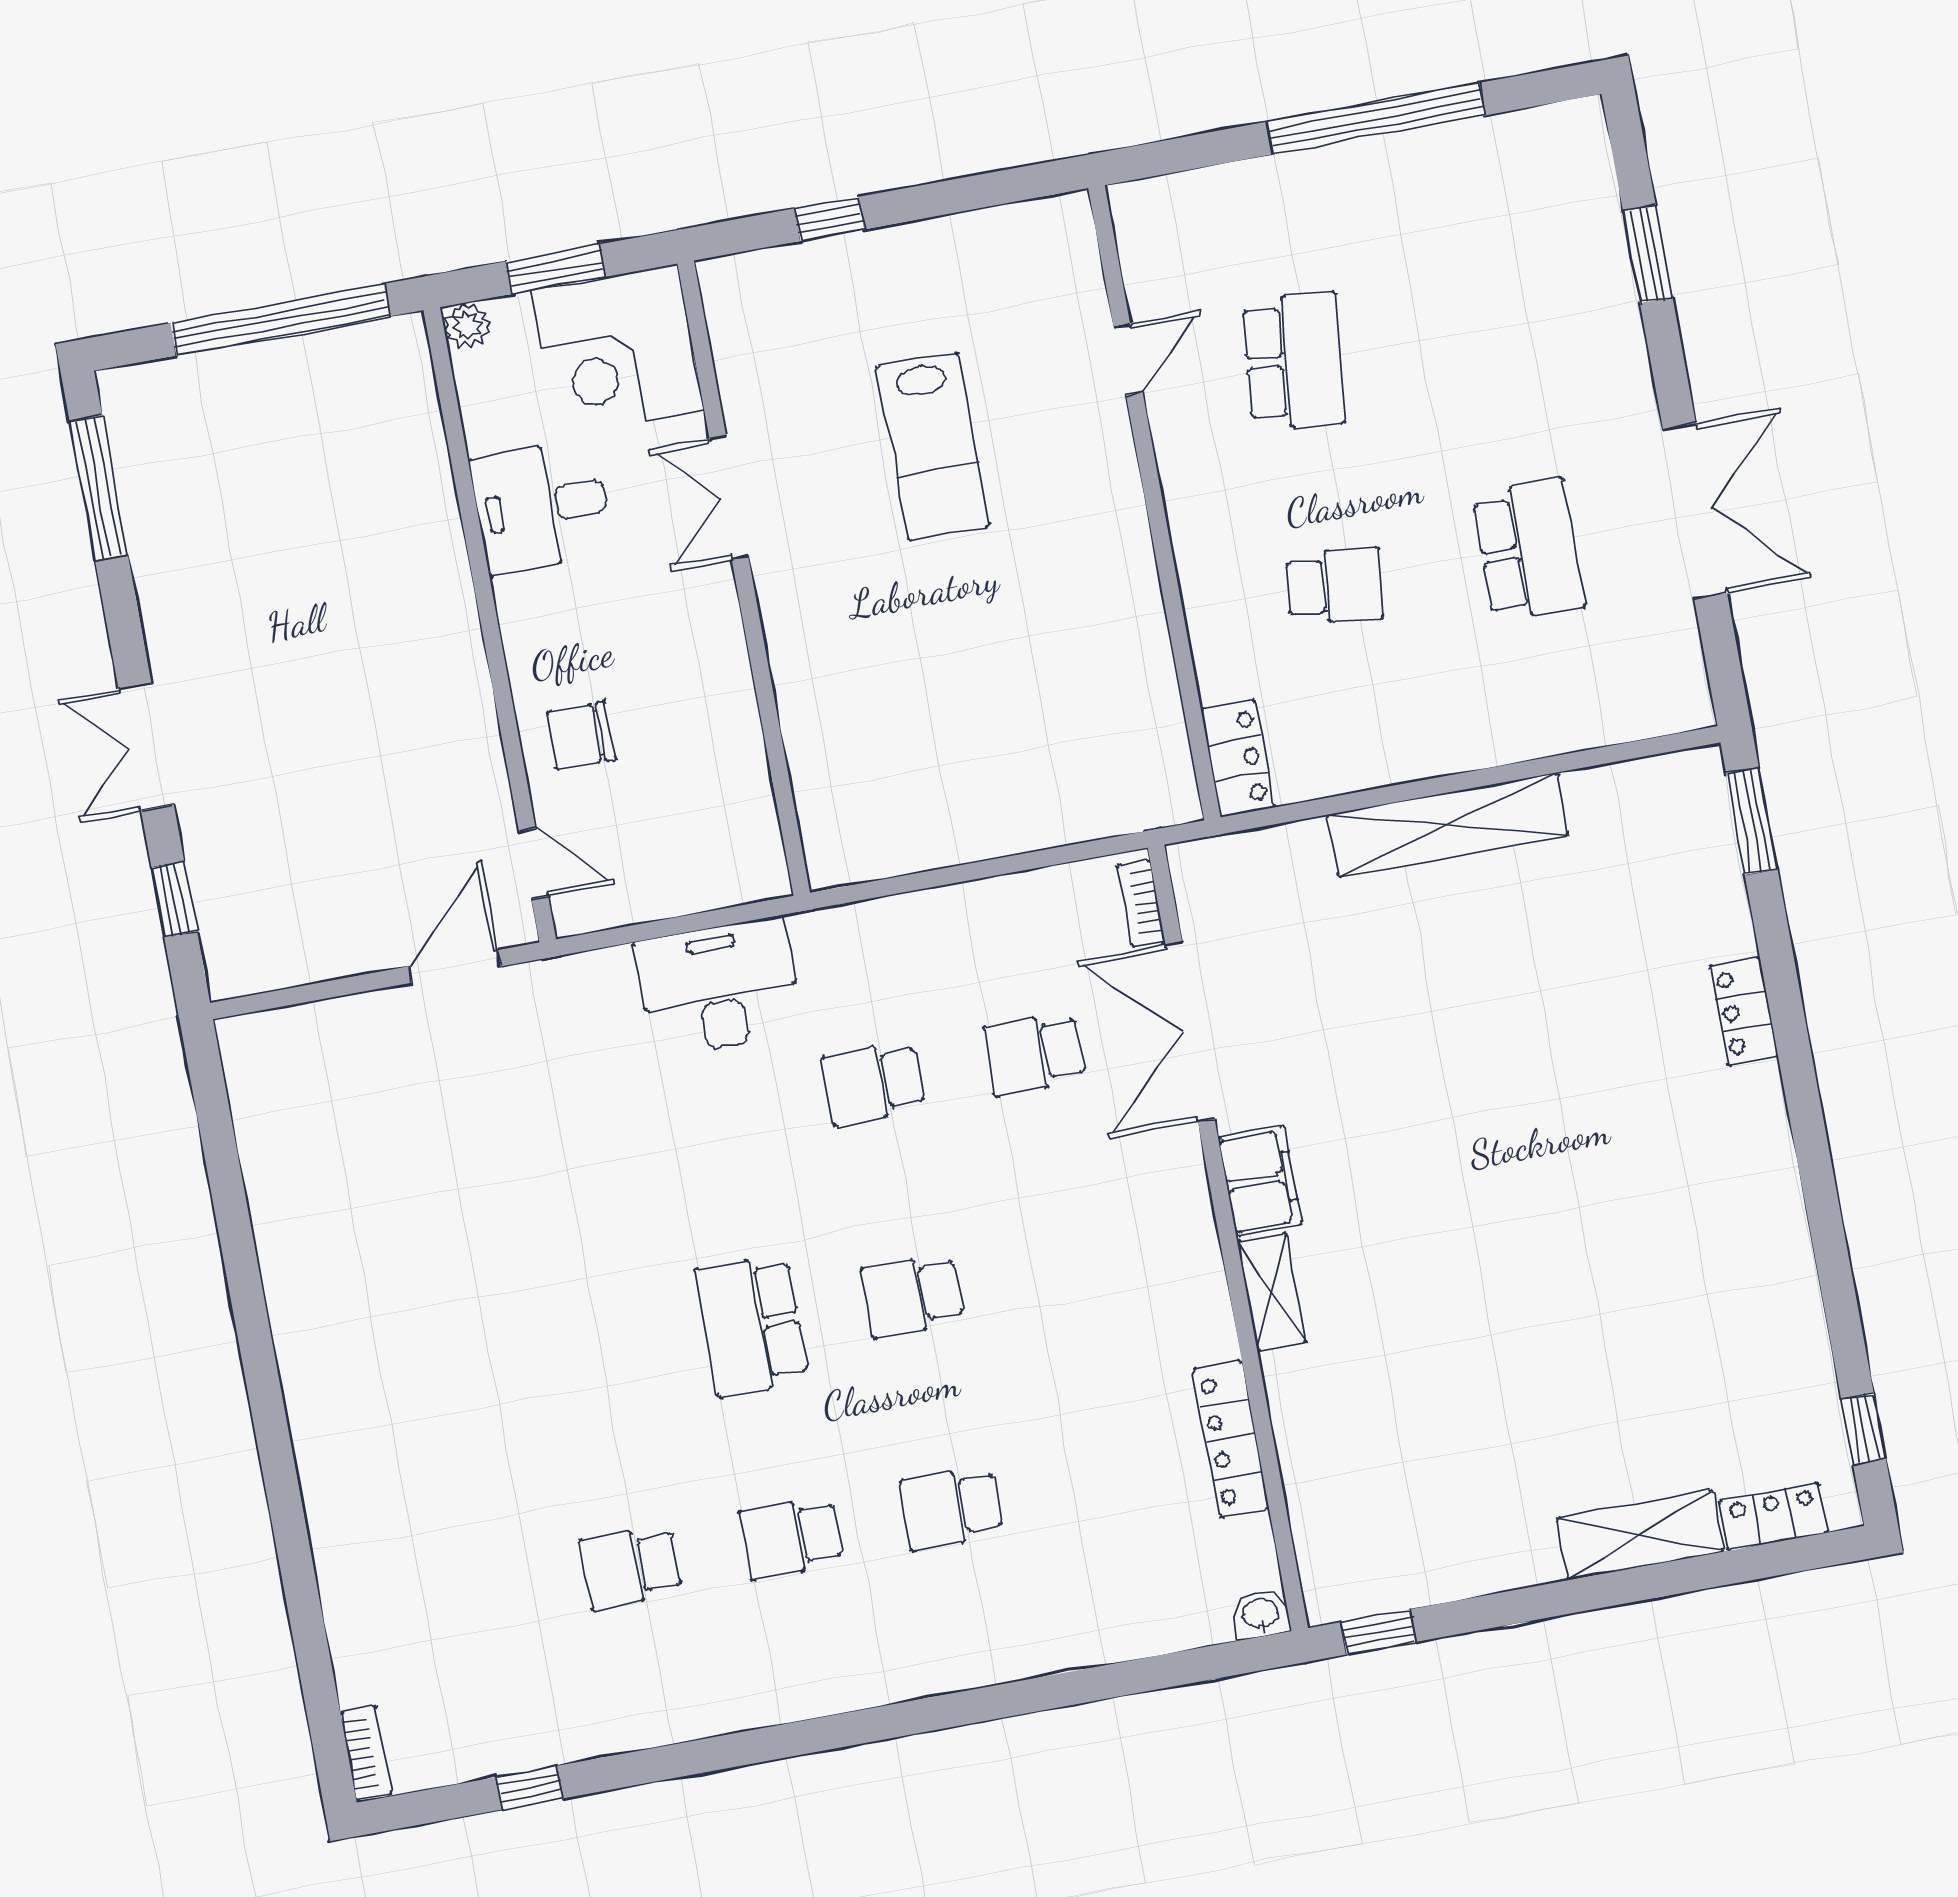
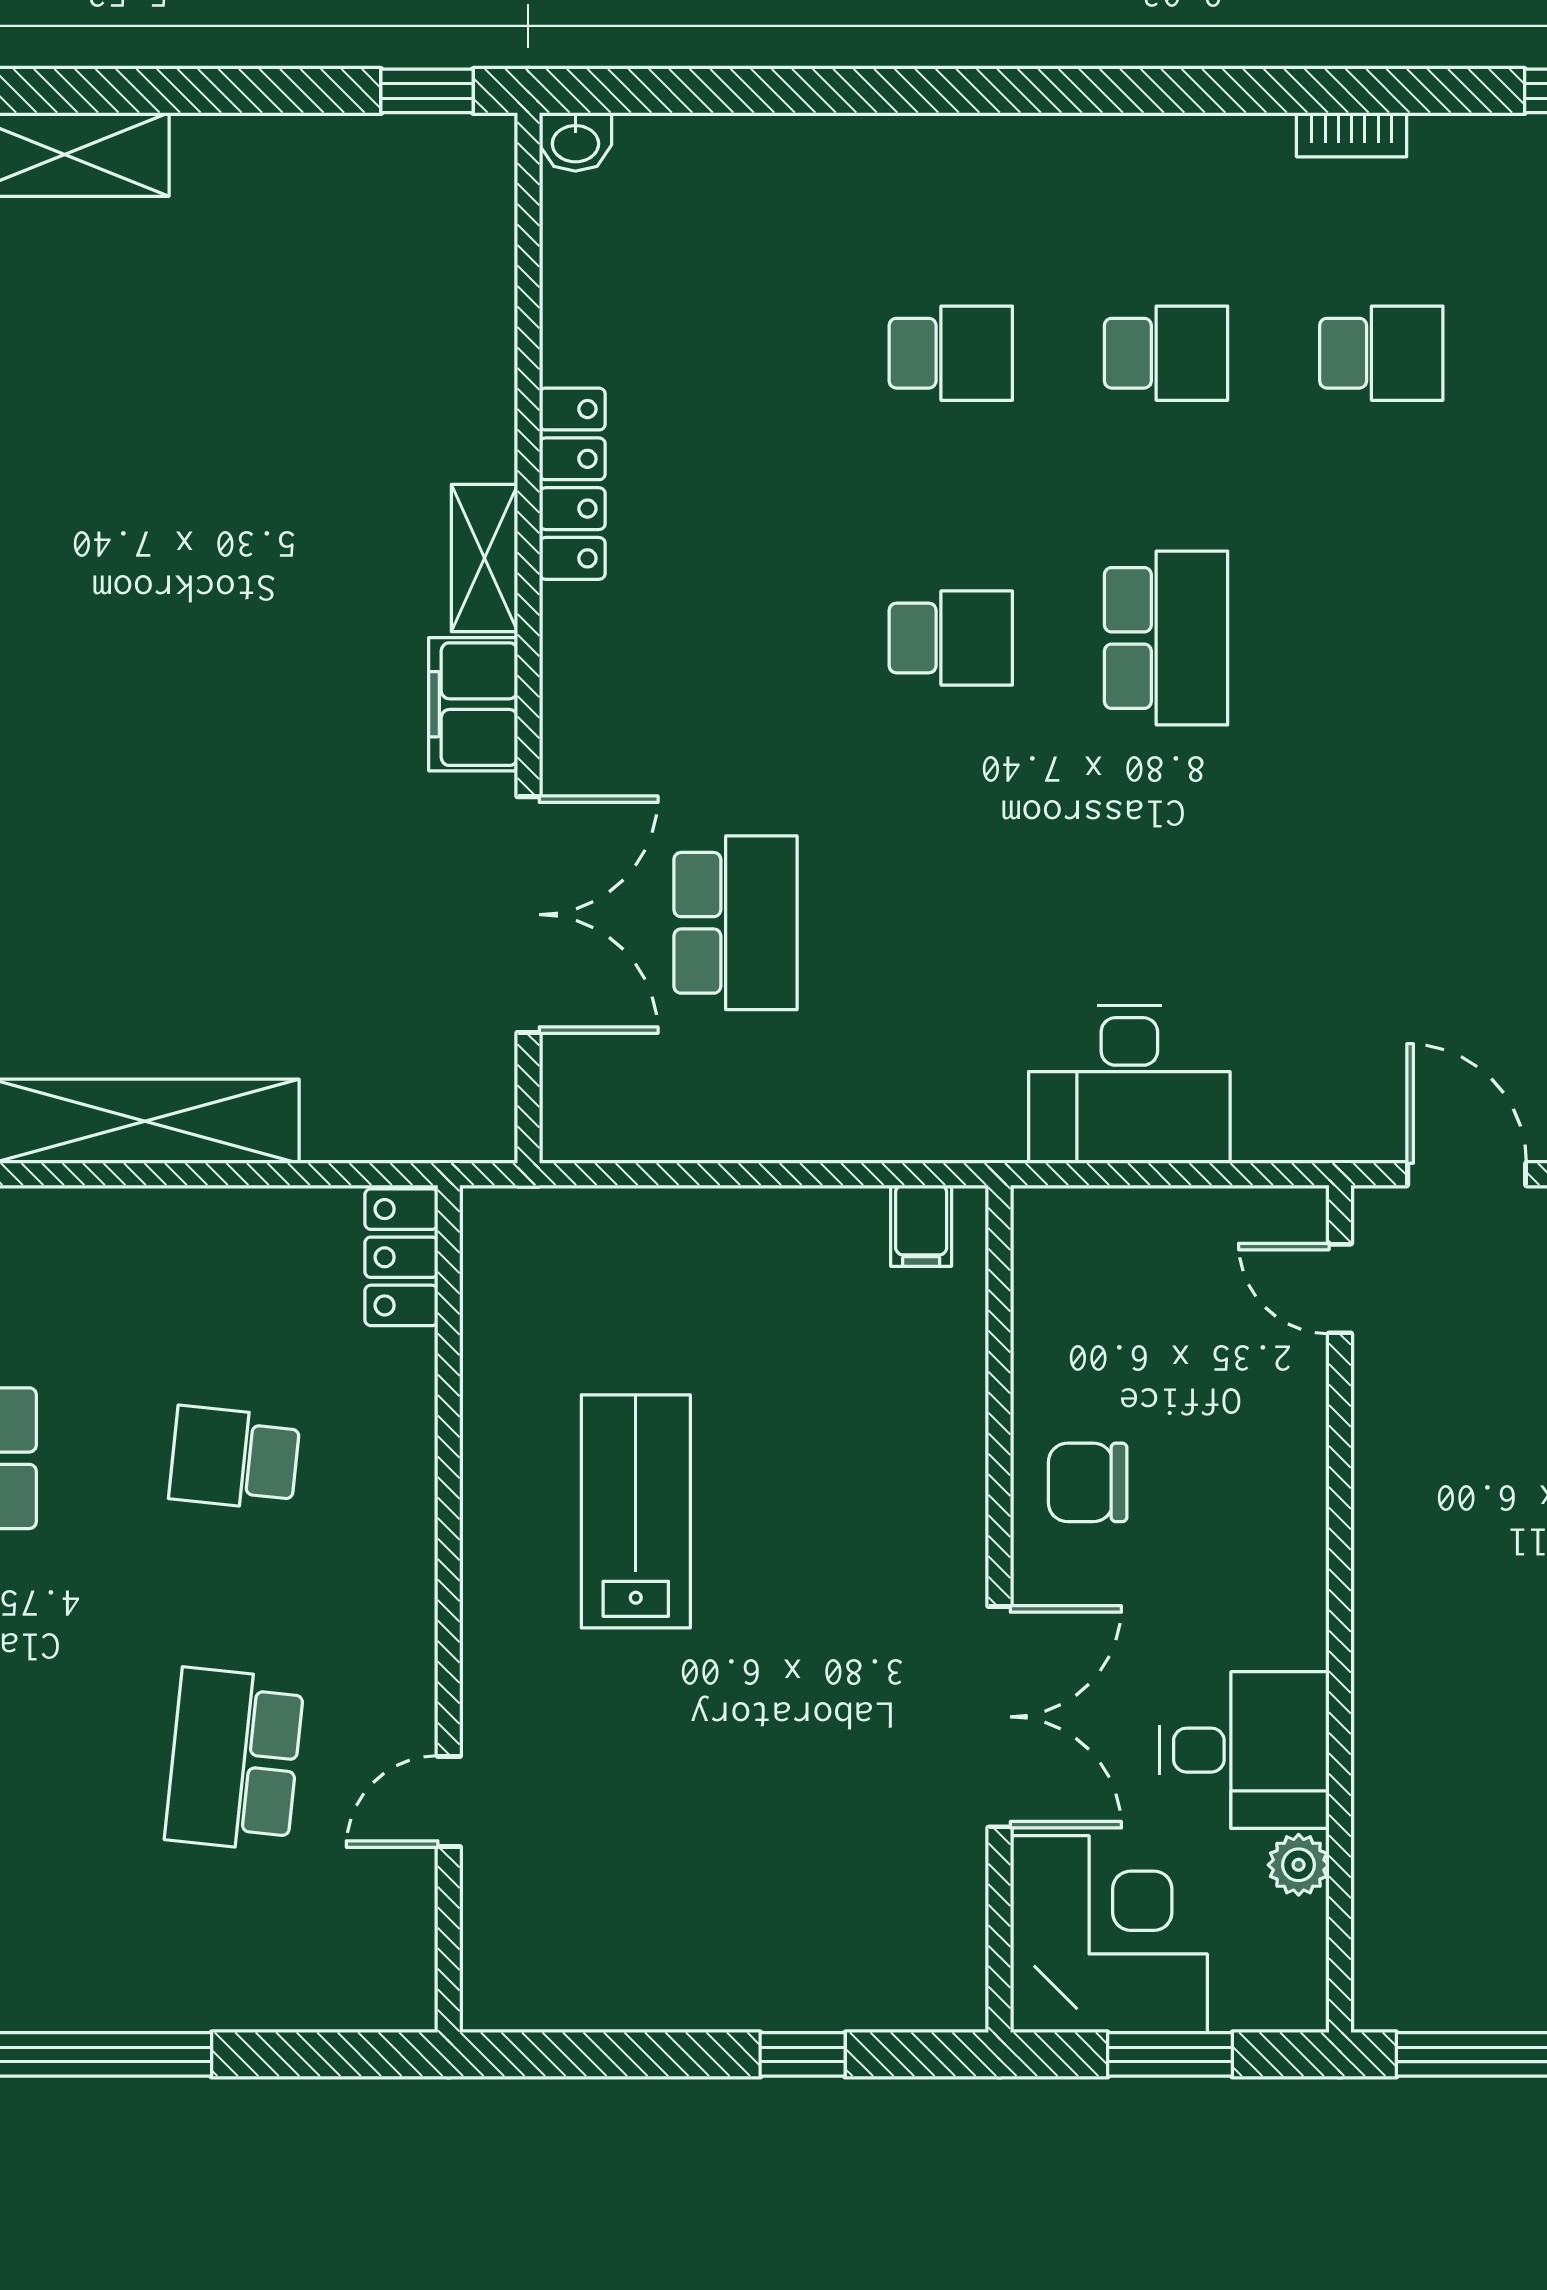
plant: (467, 326) -> (1299, 1865), moved
lab bench: (933, 447) -> (636, 1511), moved
double door: (729, 498) -> (999, 1717), width x1.37
chair: (581, 736) -> (1088, 1482), moved, turned 180
filing cabinet: (854, 853) -> (921, 1226), added
bookcase: (1141, 903) -> (1352, 135), moved, turned 90
door: (455, 966) -> (1467, 1174), swing flipped
school desk: (1034, 1054) -> (736, 923), width x1.85
school desk: (874, 1083) -> (951, 923), removed
locker: (1231, 1439) -> (572, 484), moved

